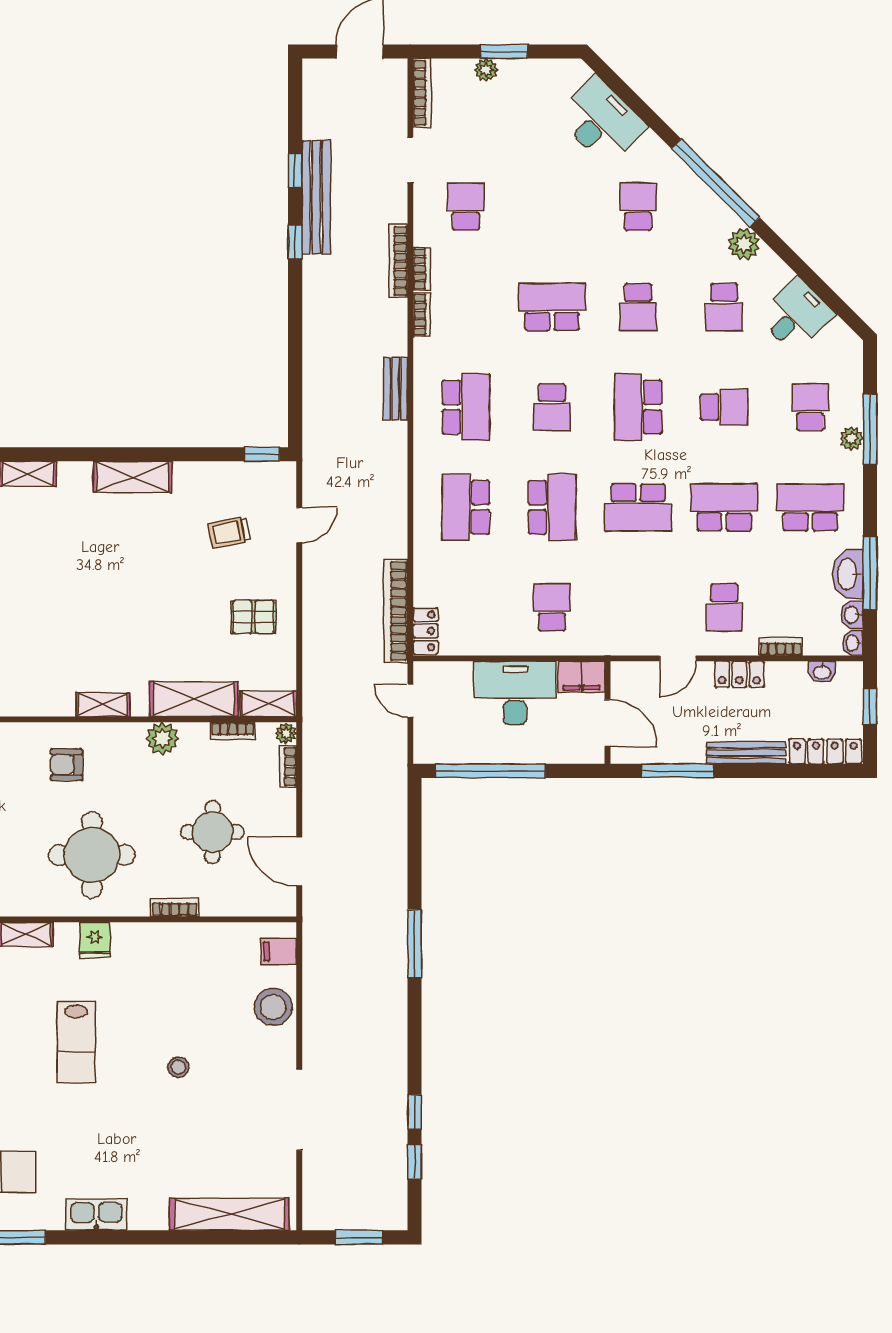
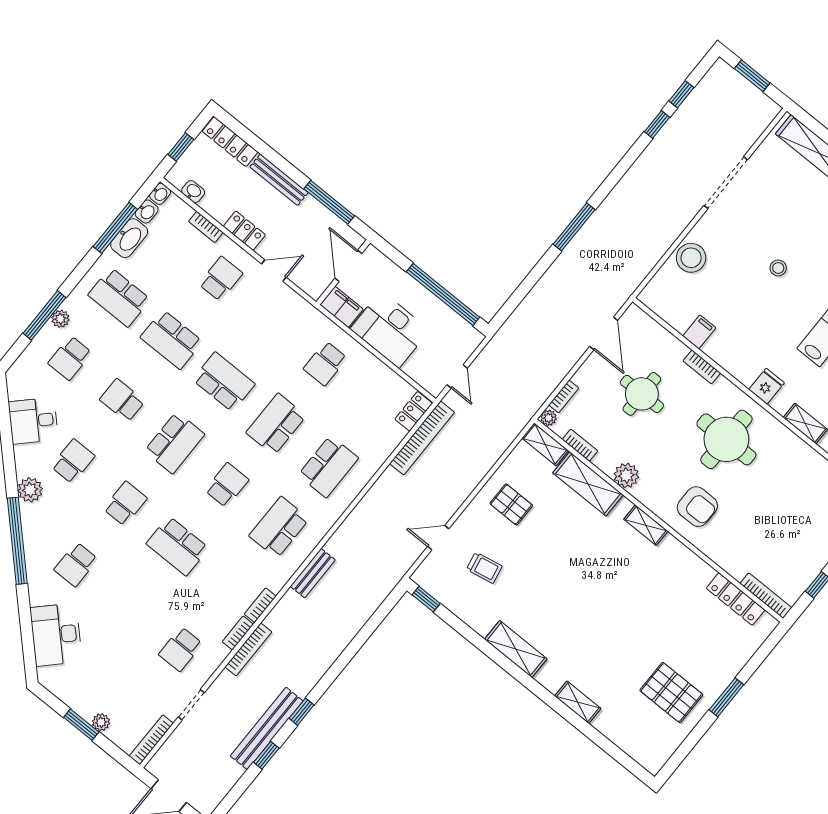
armchair: (67, 765) -> (697, 507), width x1.38, depth x1.38
filing cabinet: (279, 952) -> (699, 332), moved, turned -90

